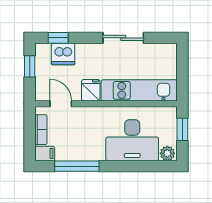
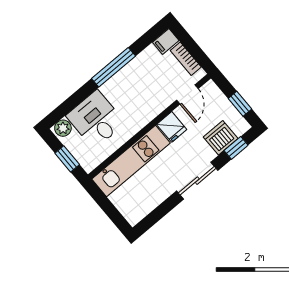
sliding door: (123, 38) -> (197, 181), moved
door: (61, 104) -> (187, 94), hinge flipped
desk: (132, 140) -> (96, 119), width x0.73
window: (77, 166) -> (114, 67), moved

